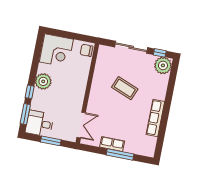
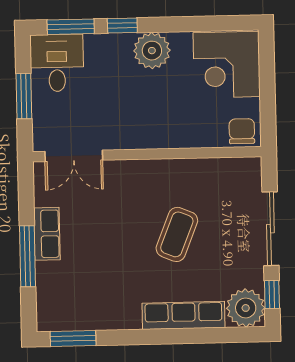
row of seats: (155, 118) -> (184, 315), moved
window: (160, 143) -> (73, 339), added

